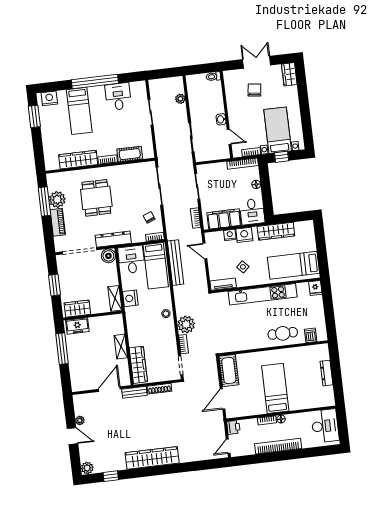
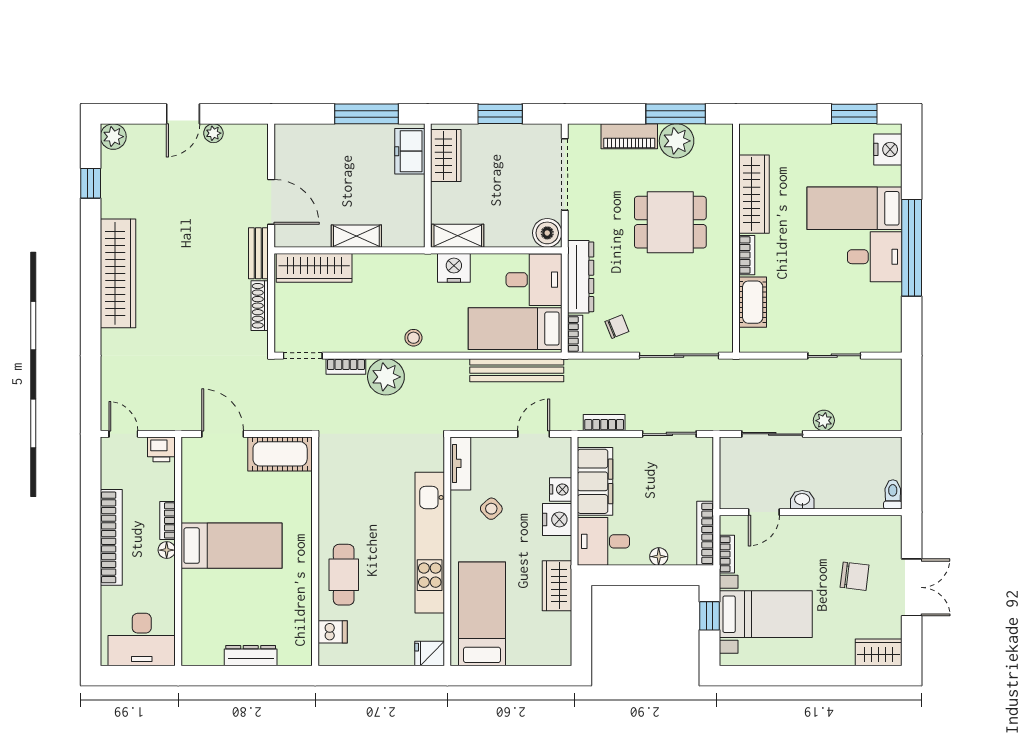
desk: (118, 97) -> (875, 257), moved
plant: (180, 99) -> (824, 421), moved
wardrobe: (276, 231) -> (557, 586), width x0.67
dresser: (113, 239) -> (581, 277), moved

